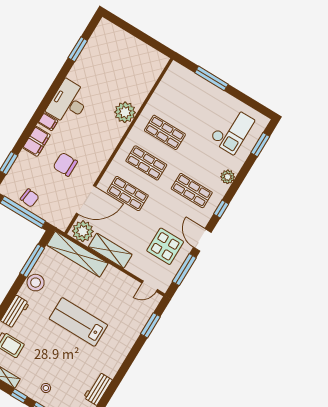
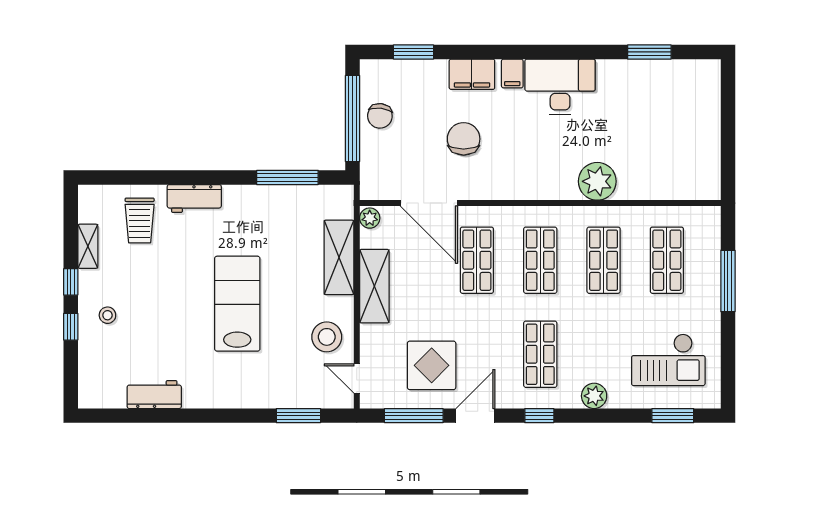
shop shelf: (183, 102) -> (667, 260), added
plant: (83, 231) -> (370, 218), width x0.53, depth x0.53
shelving: (77, 254) -> (339, 257), width x0.68
stool: (36, 283) -> (327, 337), moved

